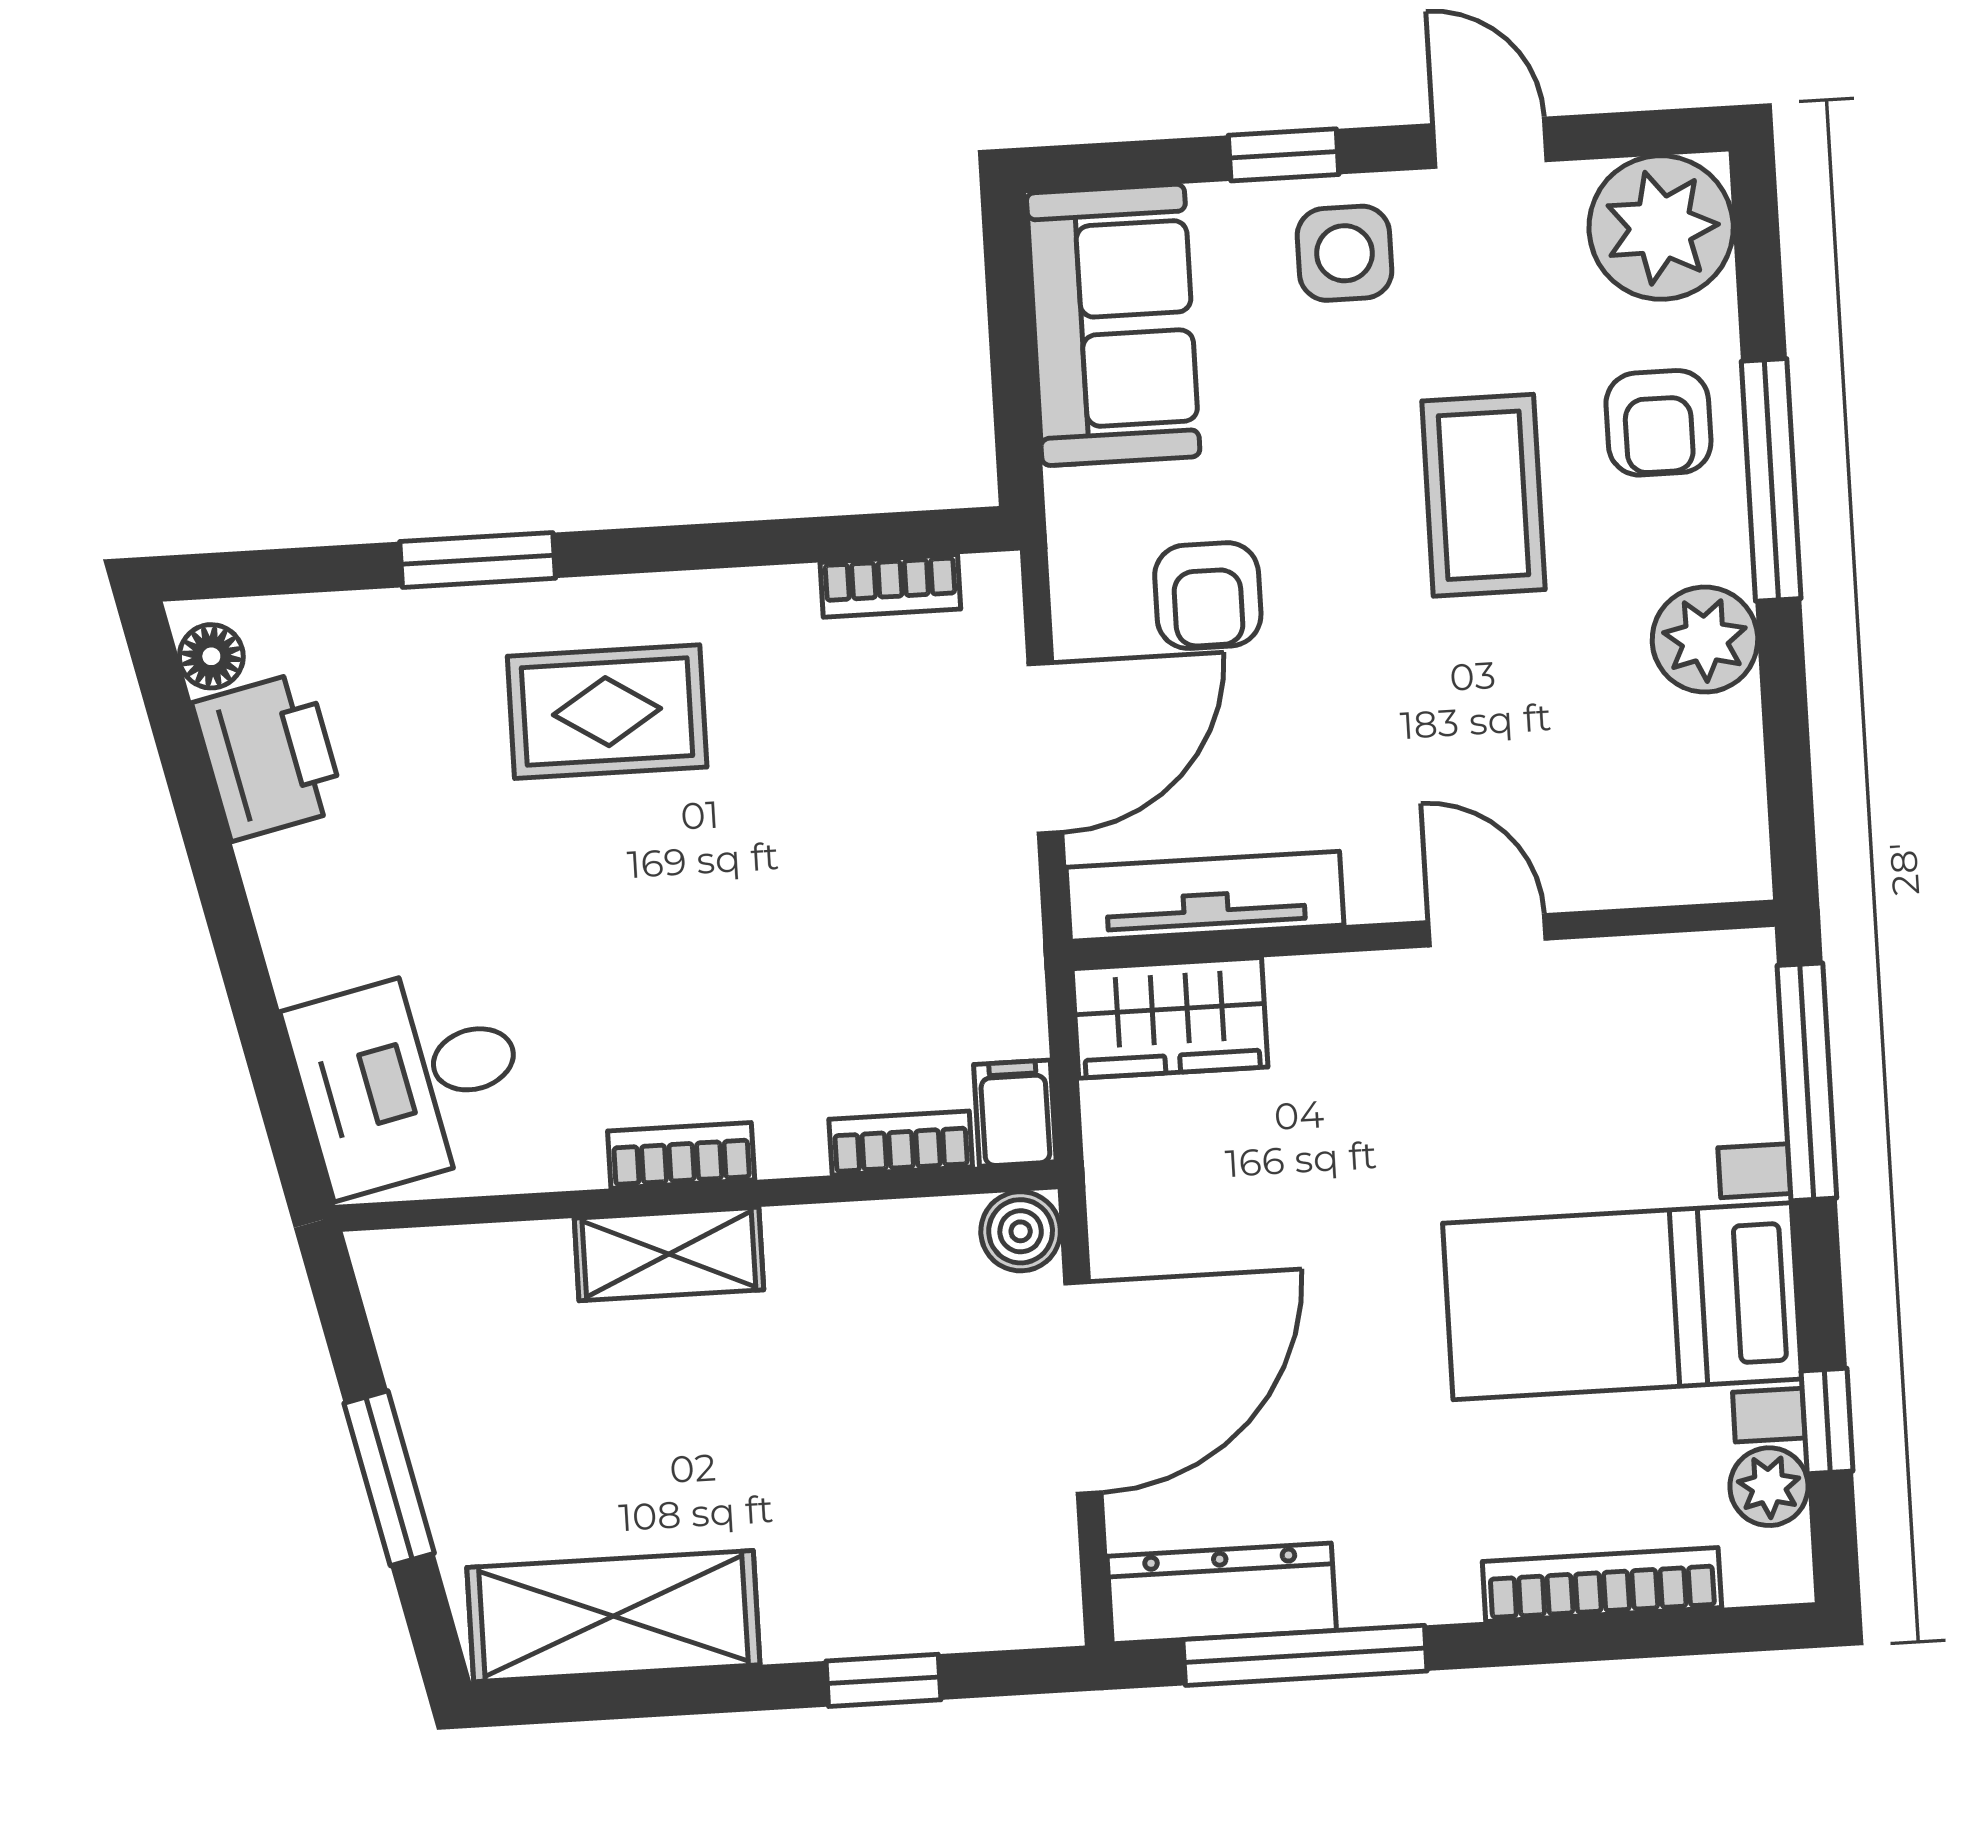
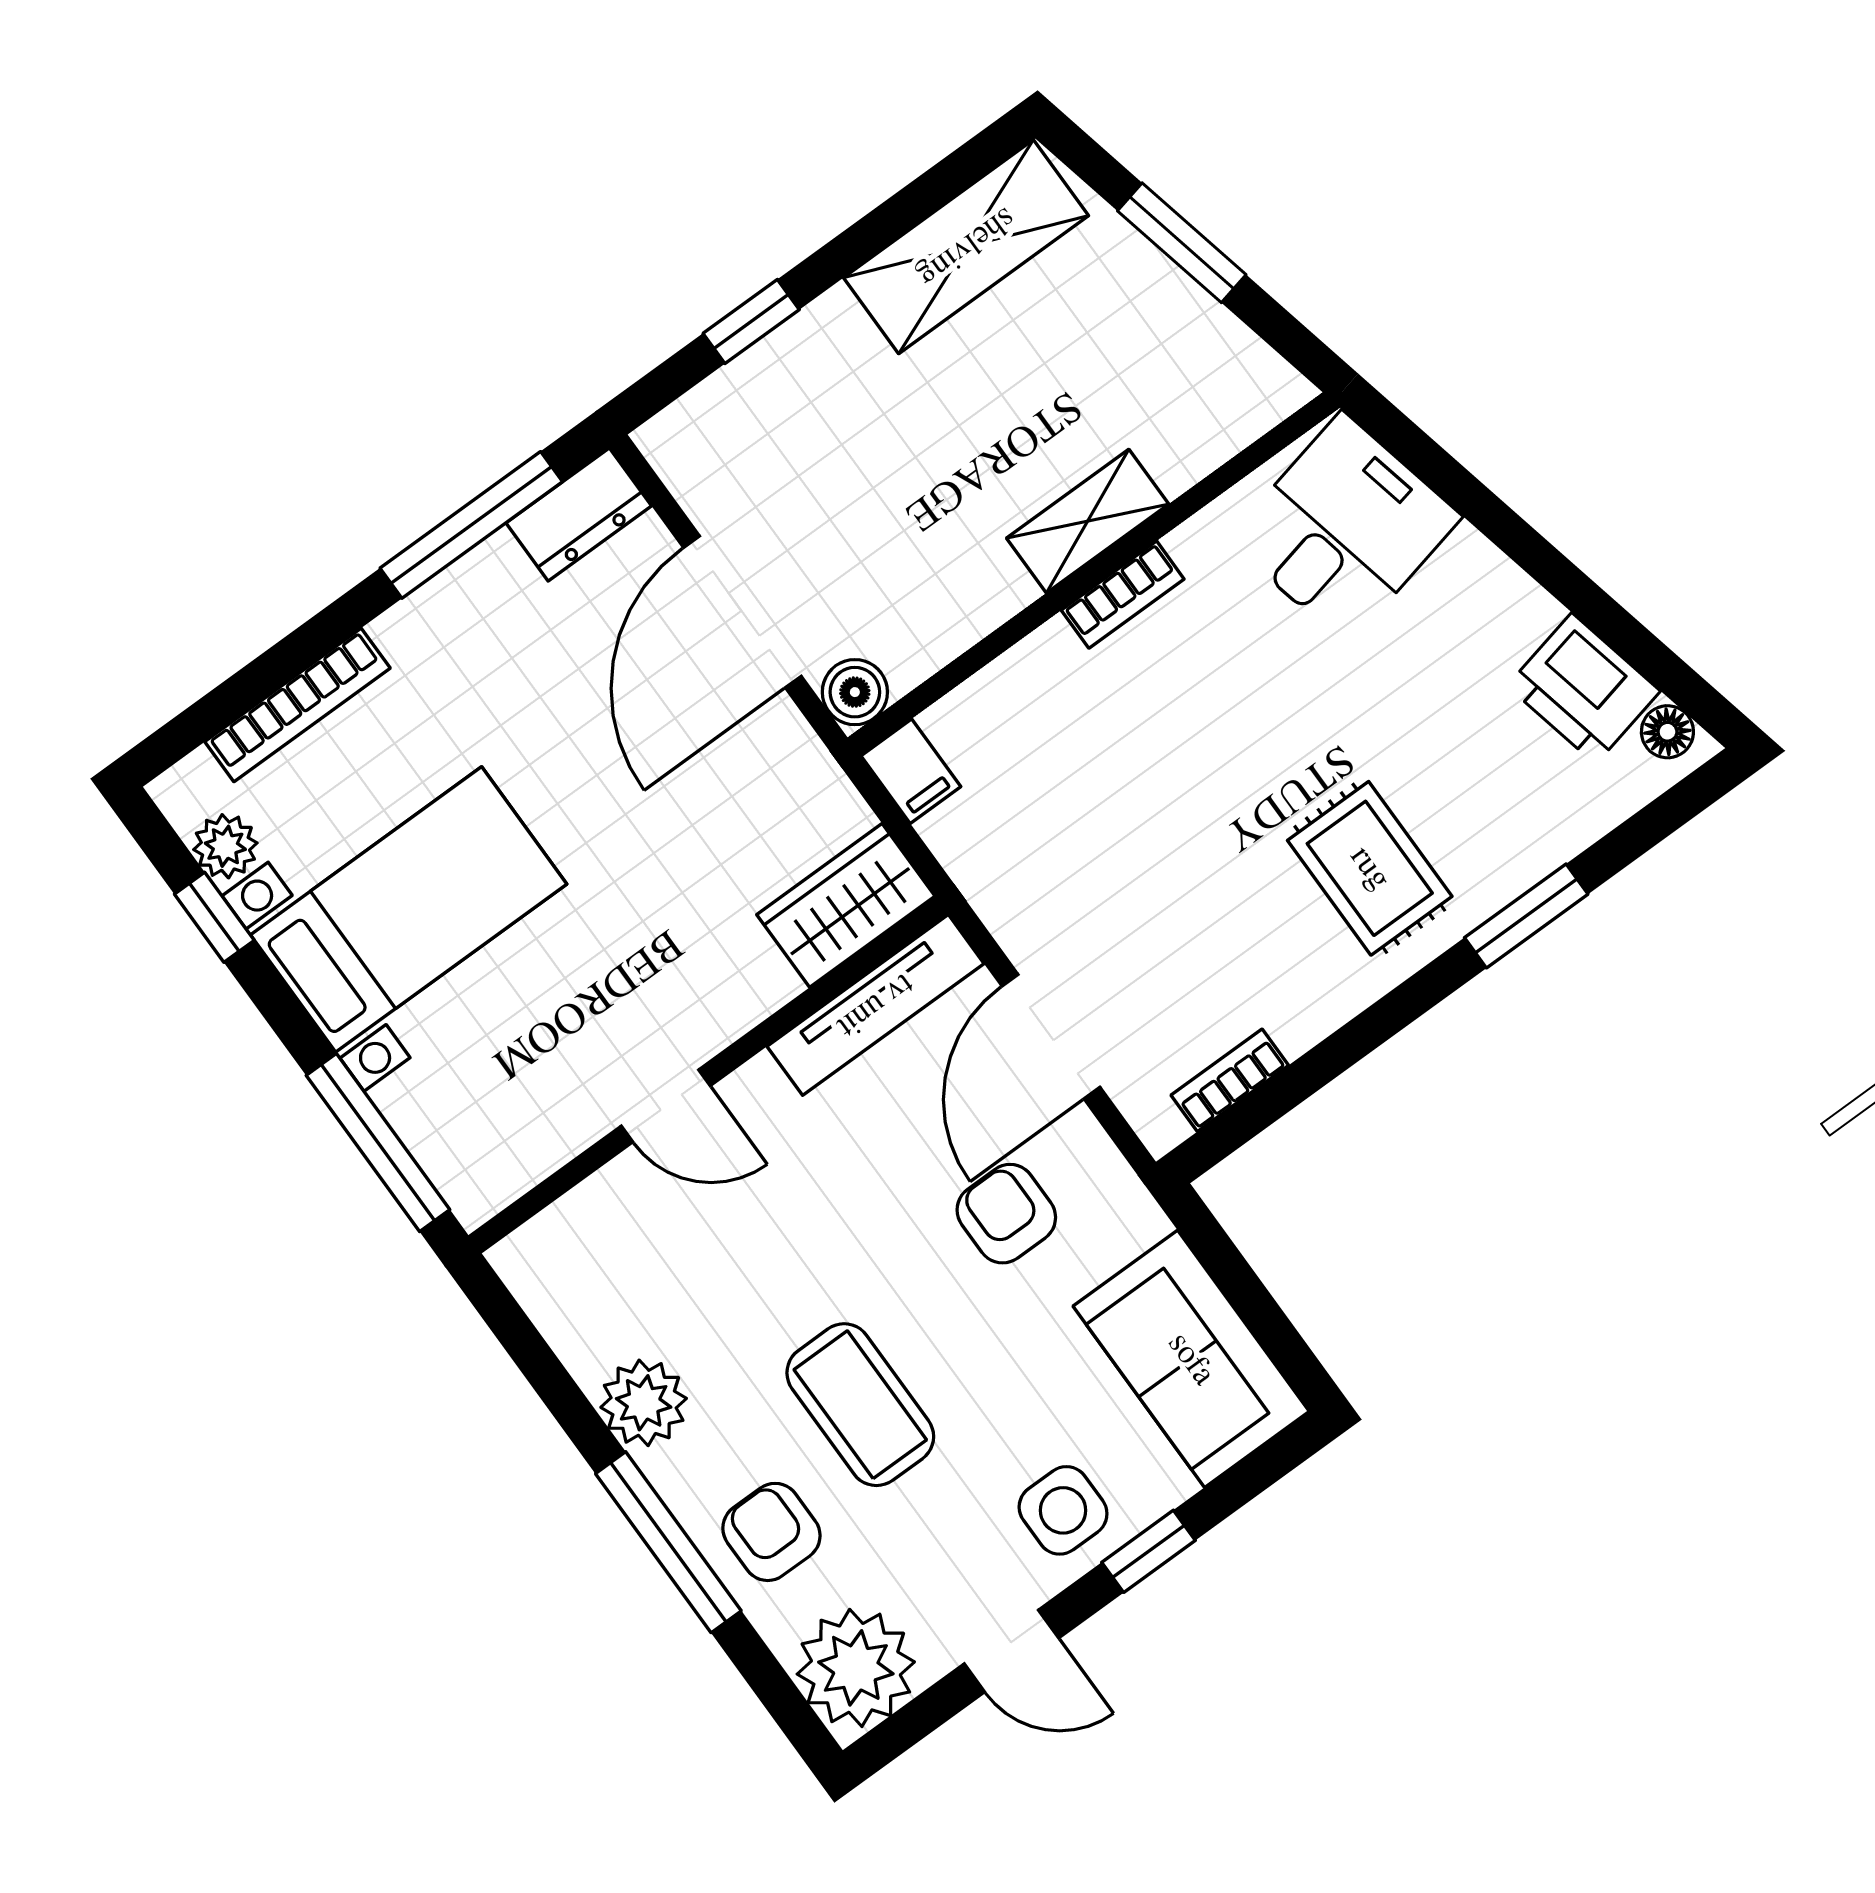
rug: (607, 712) -> (1370, 868), turned 90
bookcase: (901, 1143) -> (977, 700), removed
dresser: (1222, 1593) -> (579, 514), width x0.70

